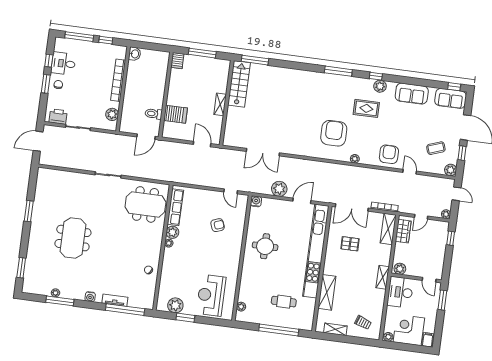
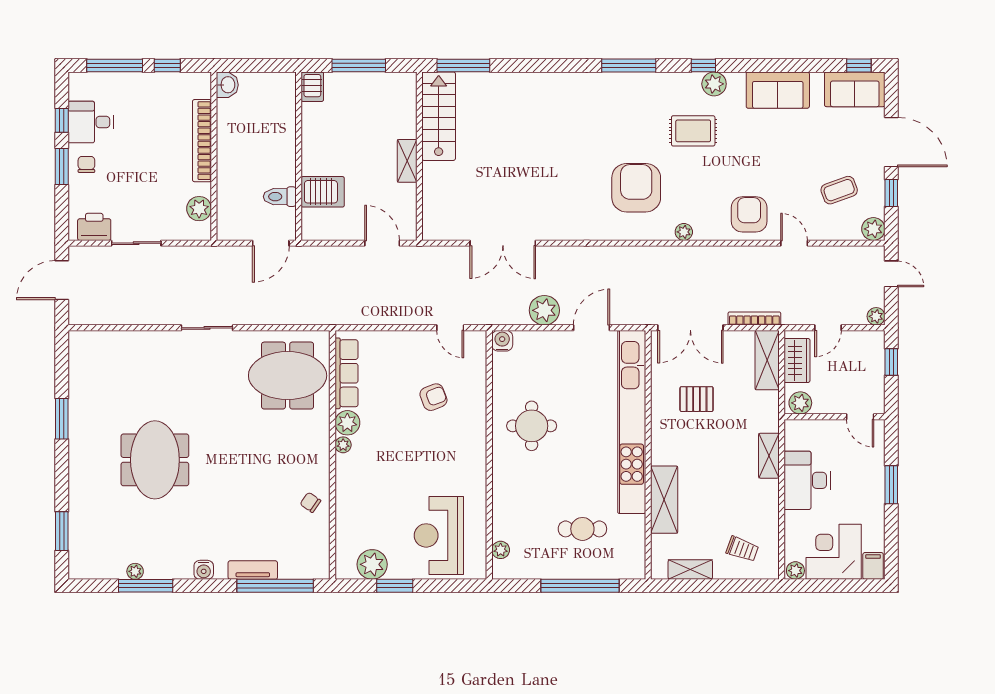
plant: (400, 269) -> (800, 403), moved
wall: (416, 278) -> (835, 417), moved
door: (429, 280) -> (860, 417), moved

